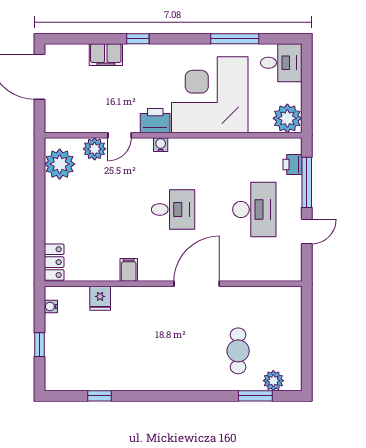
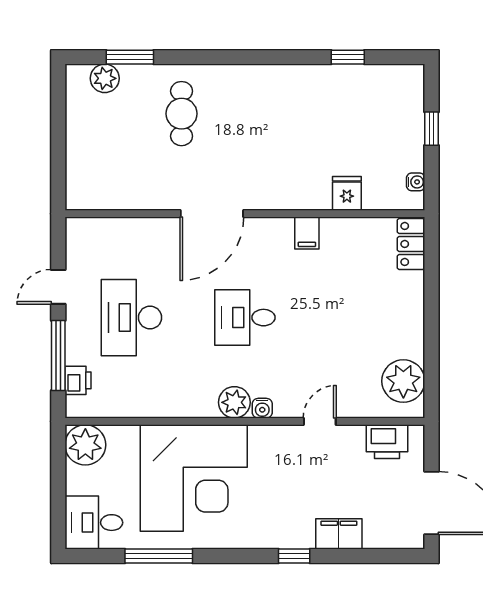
printer: (155, 121) -> (387, 442), moved
plant: (95, 149) -> (234, 402), moved
cafe table: (238, 351) -> (182, 114), moved

